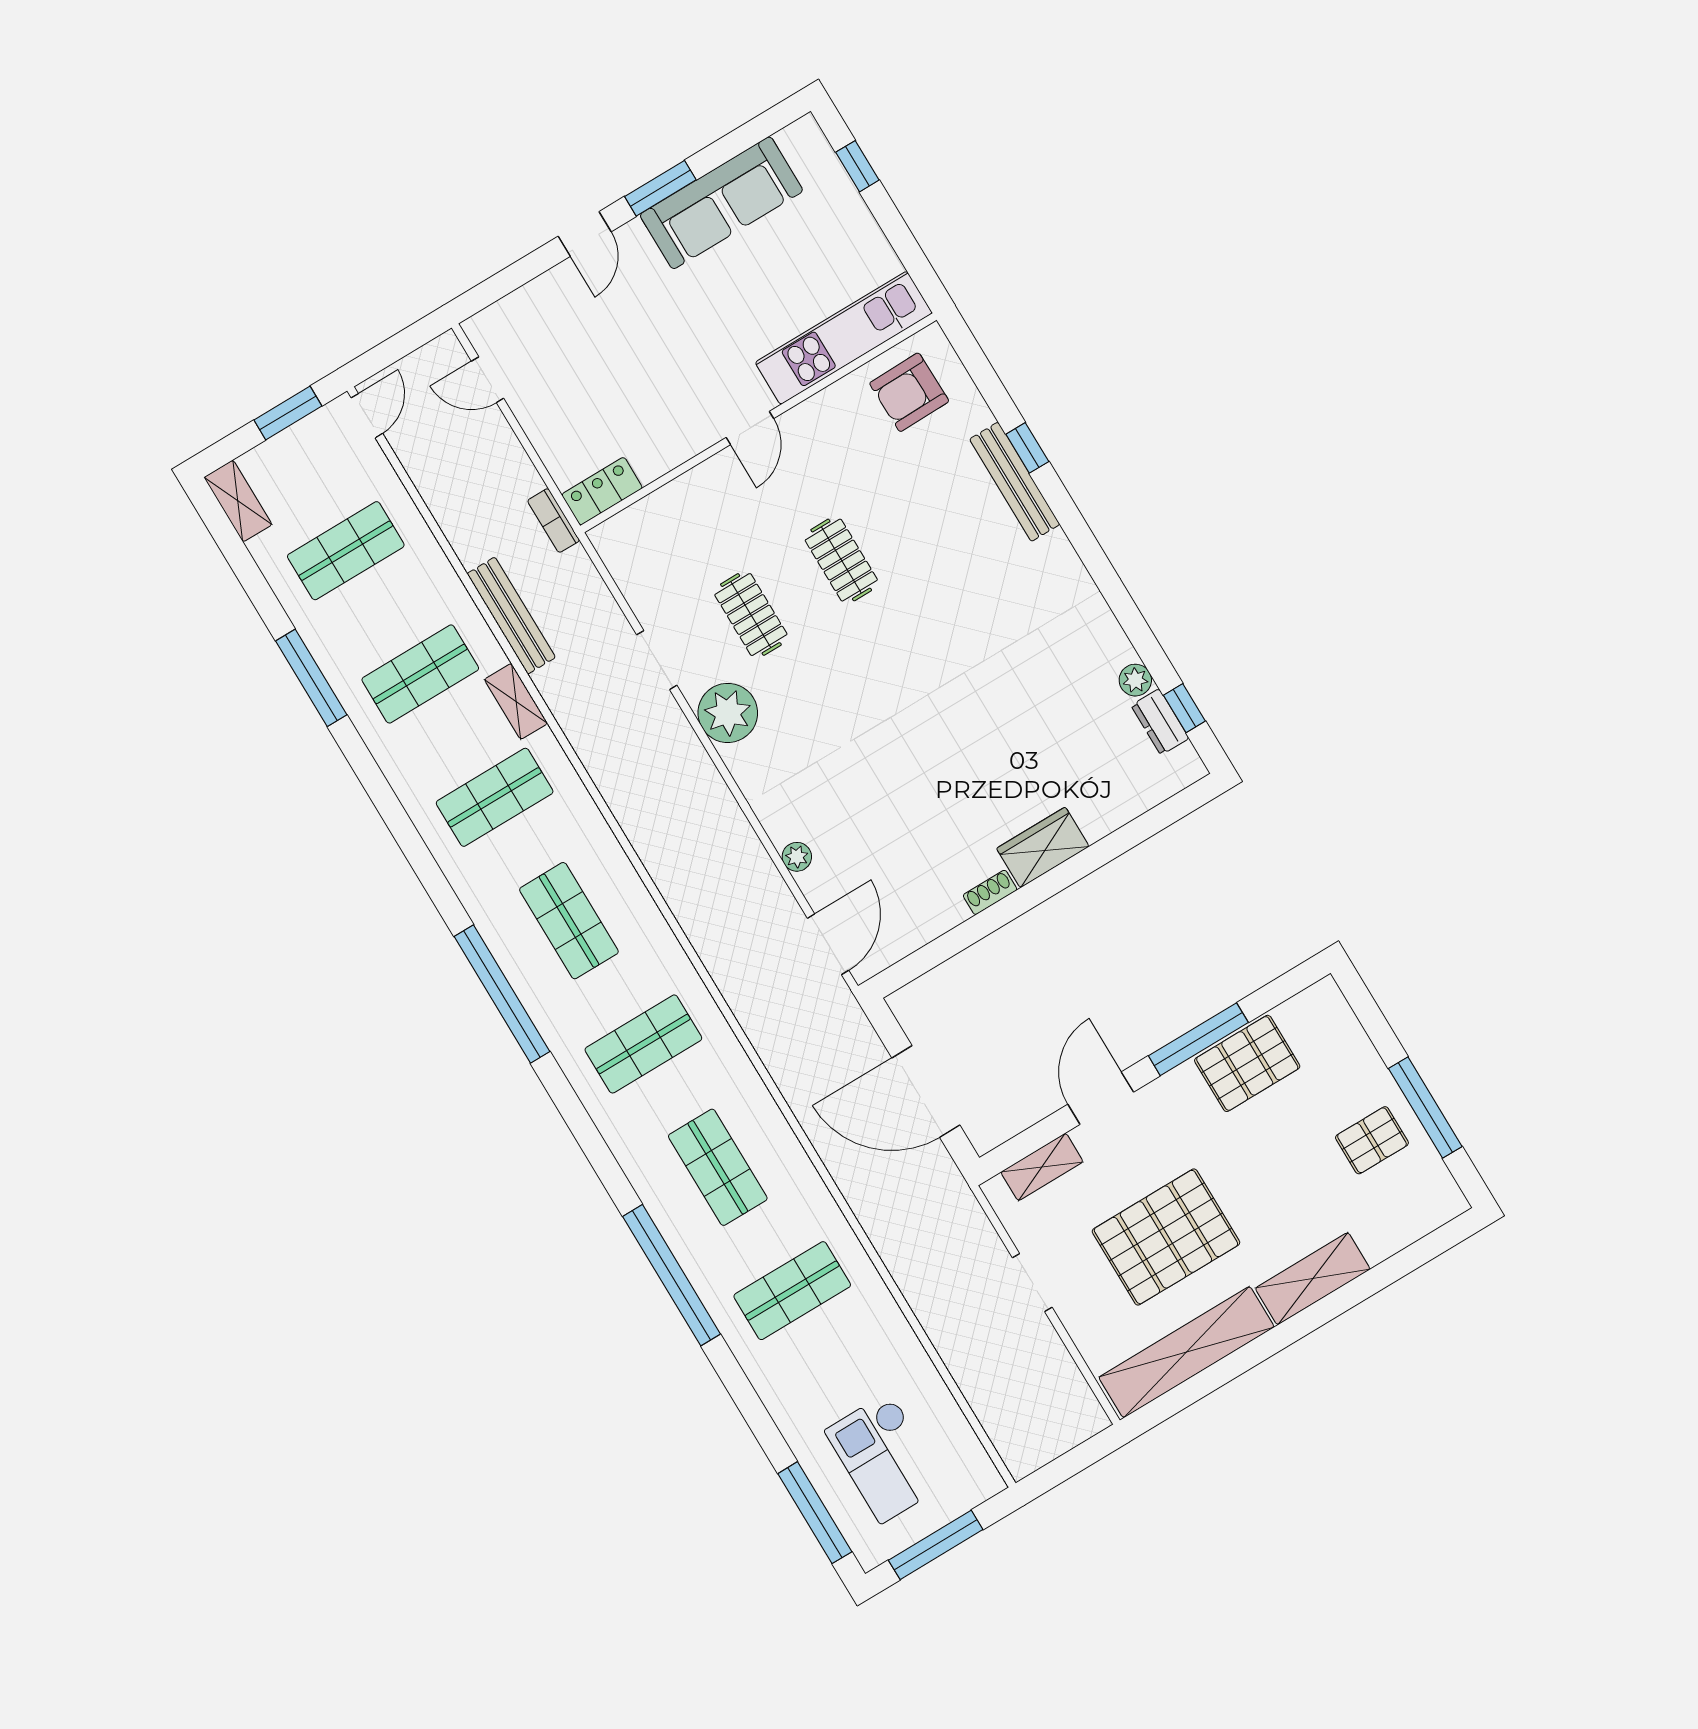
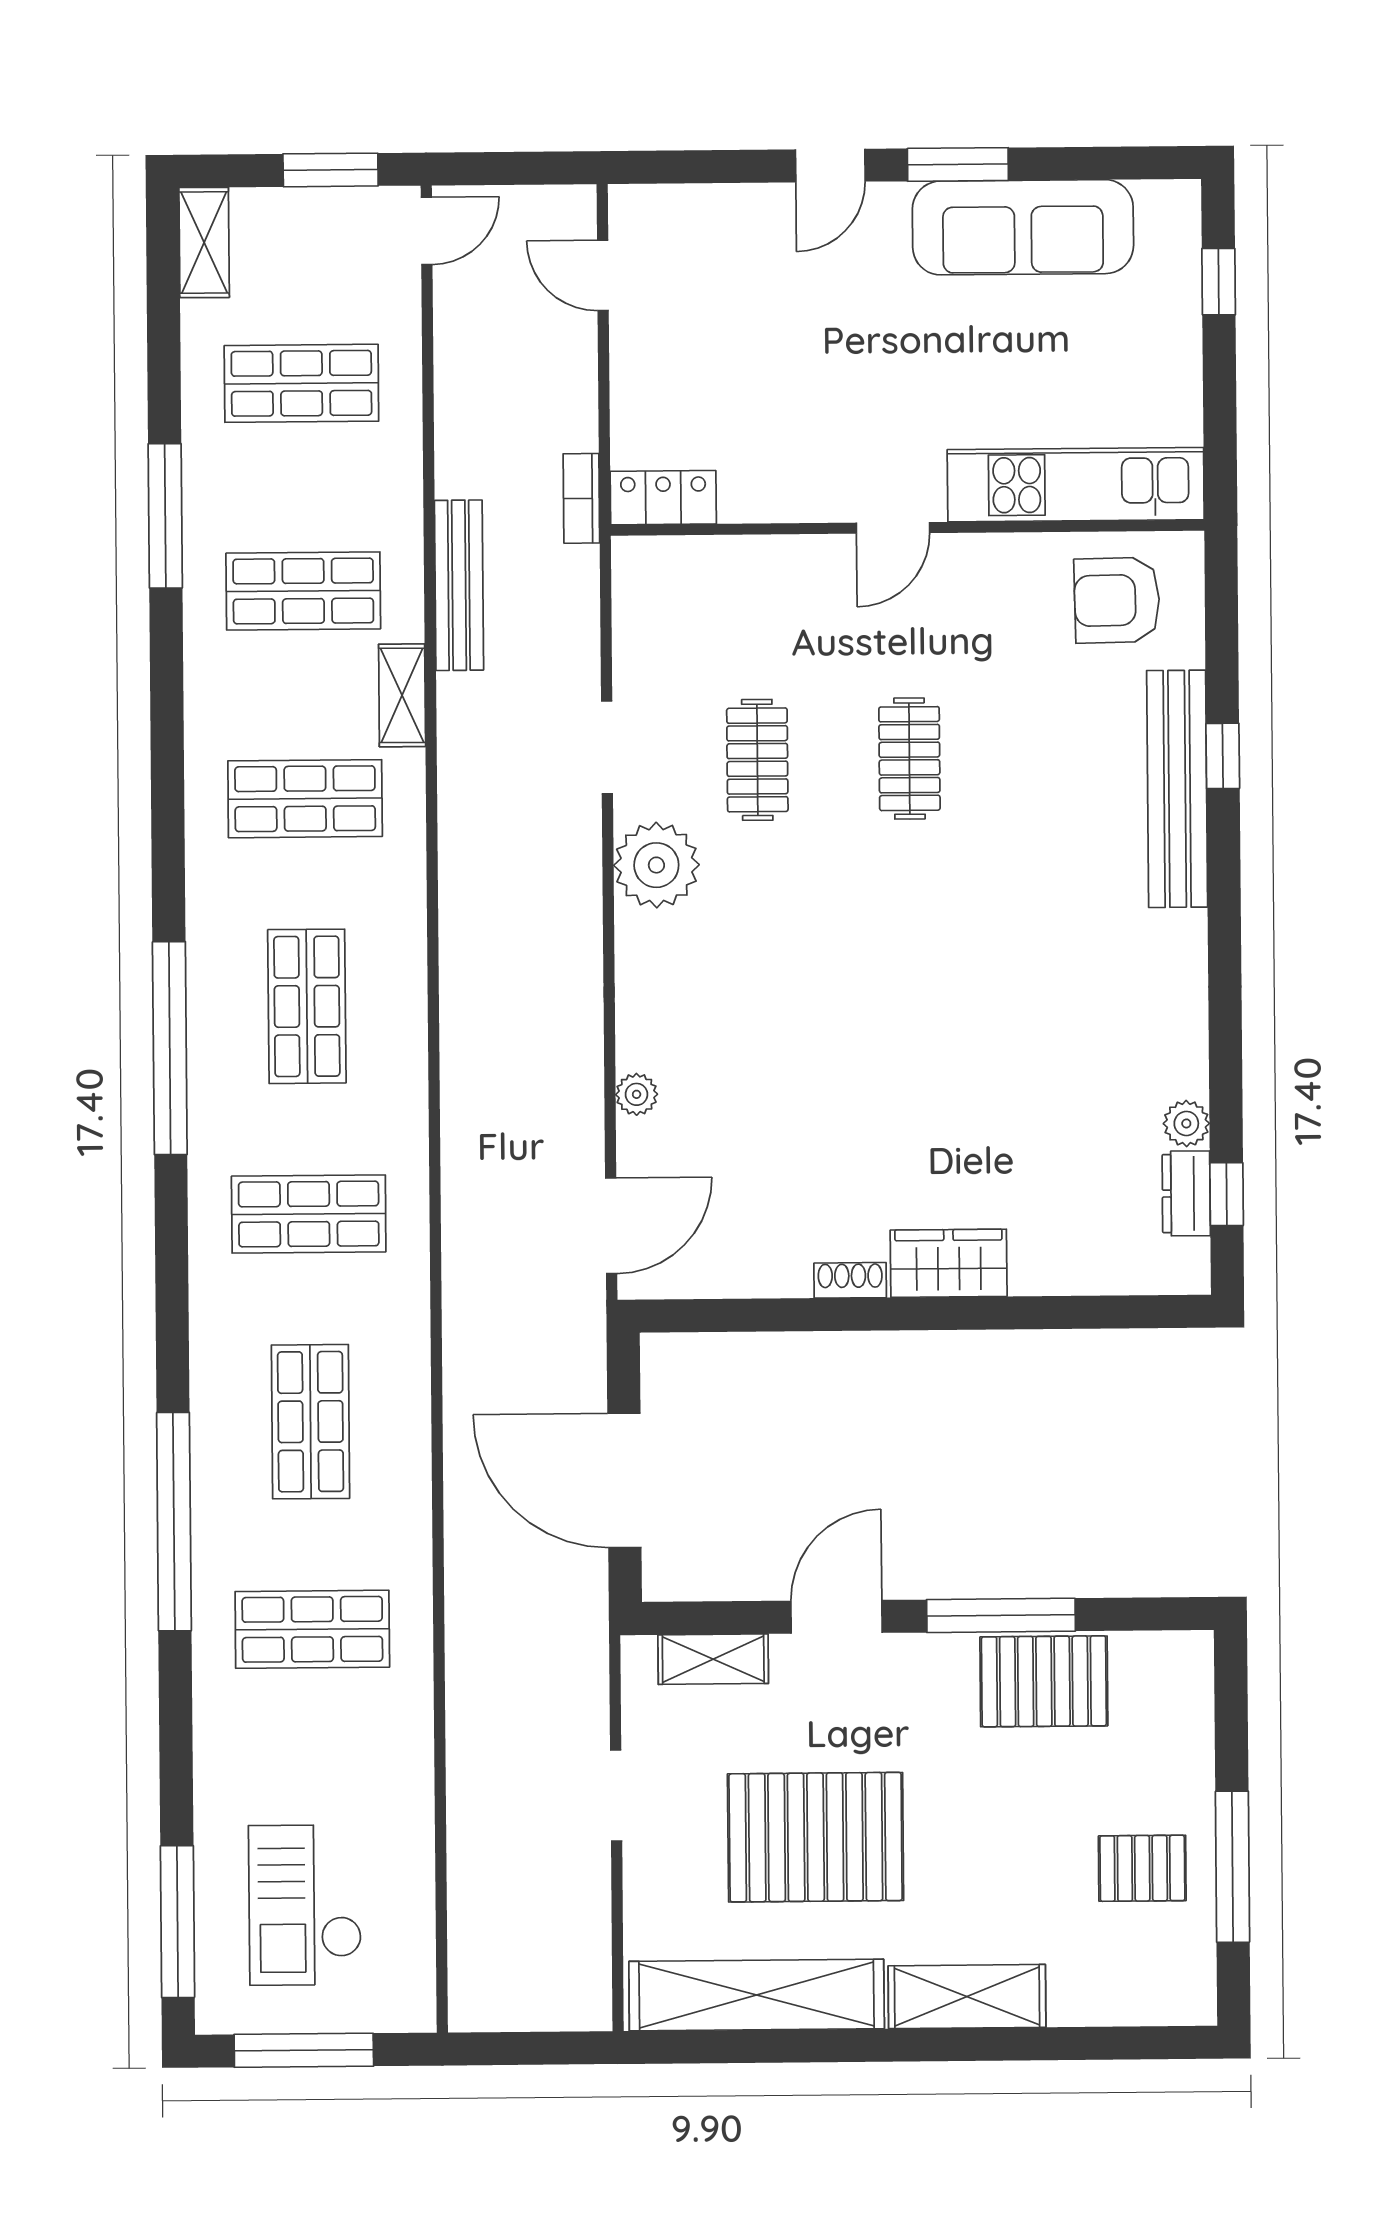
bench: (1015, 482) -> (1177, 789), width x1.37, depth x1.21

